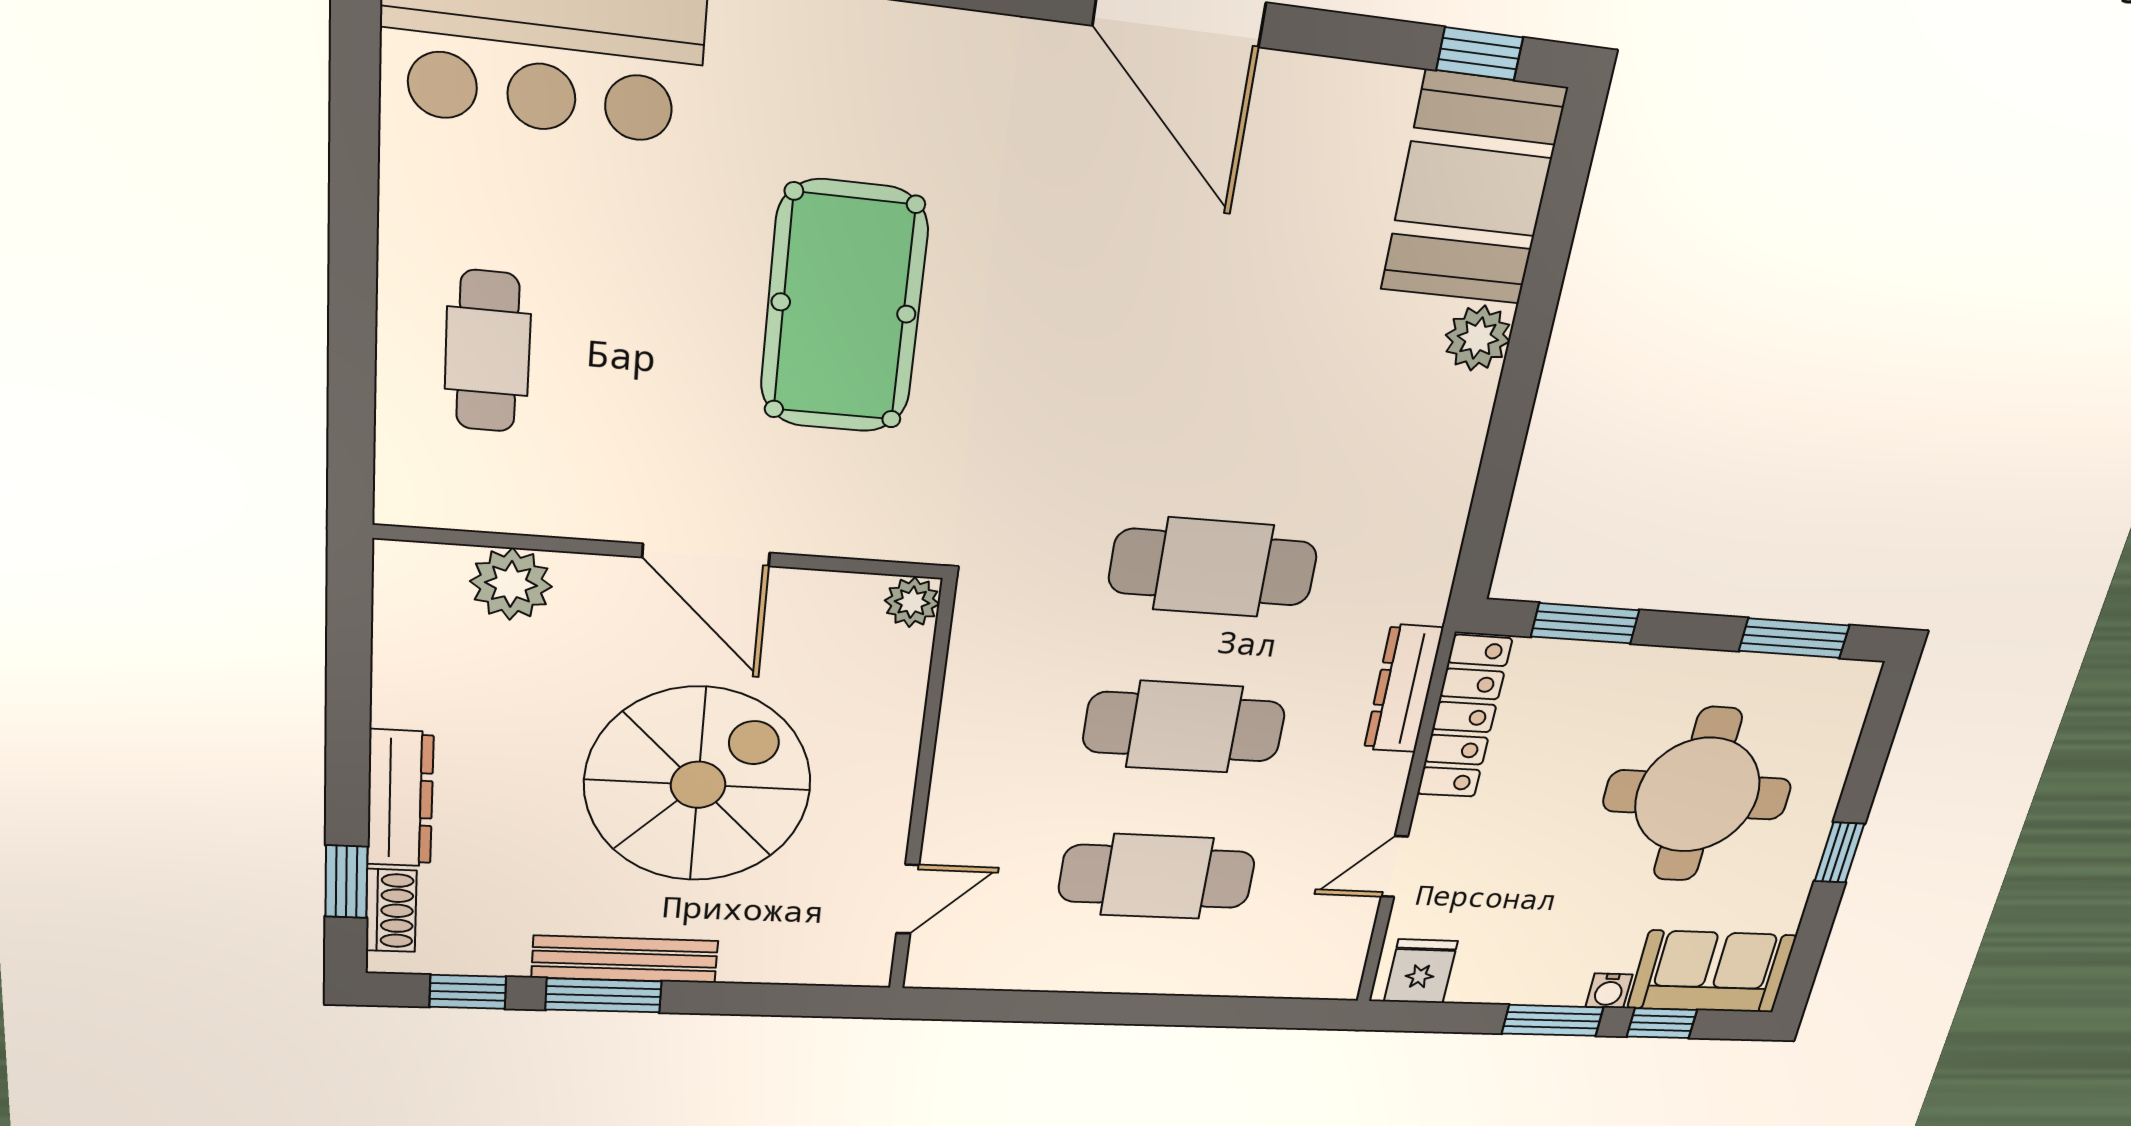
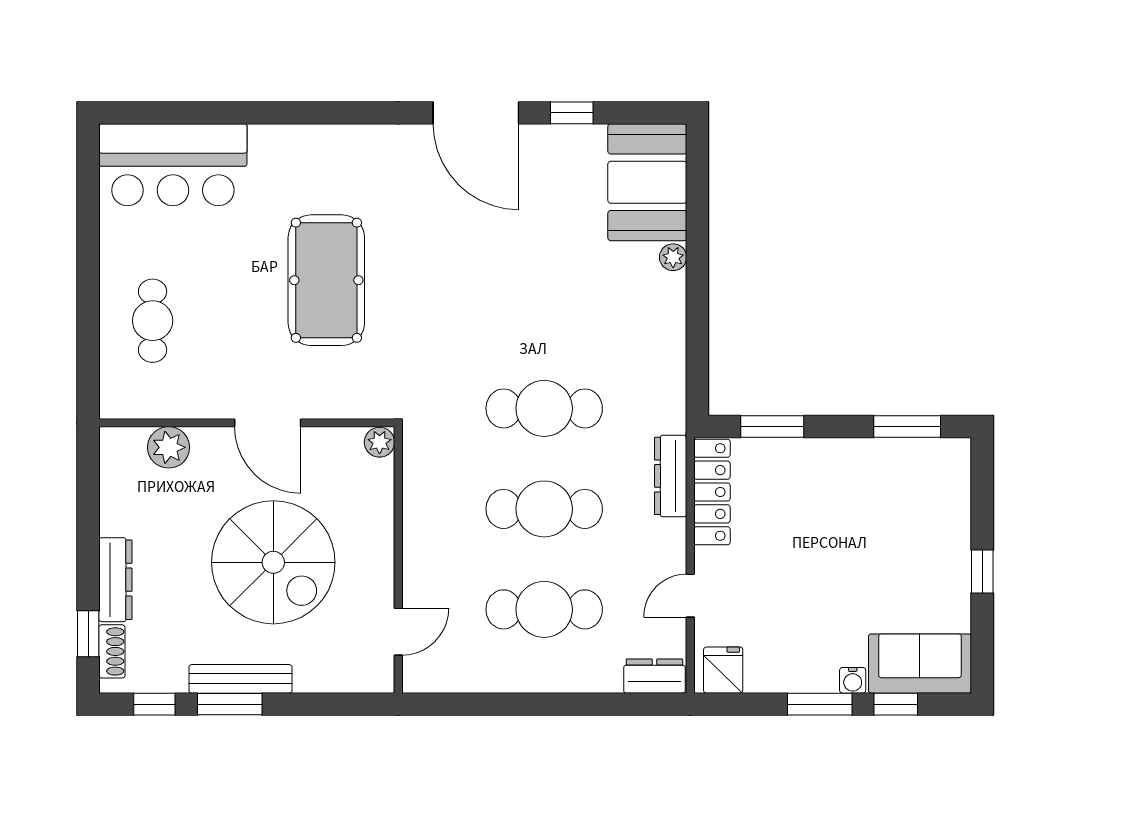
window: (1480, 54) -> (572, 113), moved
plant: (1478, 338) -> (673, 257), width x0.73, depth x0.73
spiral stairs: (698, 785) -> (273, 562), turned 90
round table: (1697, 795) -> (874, 536), removed
dresser: (1314, 976) -> (654, 676), added

